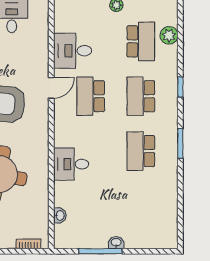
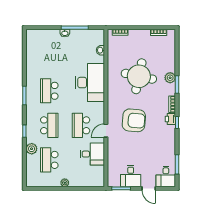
plant: (169, 35) -> (32, 149), moved
school desk: (91, 96) -> (81, 125), turned 180
school desk: (141, 151) -> (49, 91), turned 180
desk: (71, 164) -> (90, 83), width x1.87, depth x1.30

